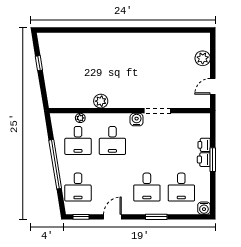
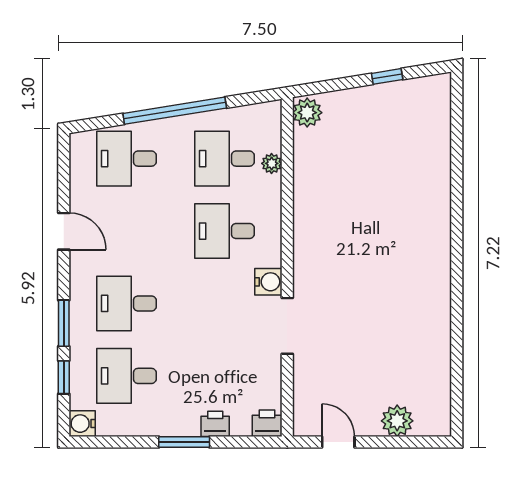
plant: (101, 101) -> (307, 113), moved
printer: (204, 160) -> (267, 423), moved
window: (81, 217) -> (64, 377), moved

